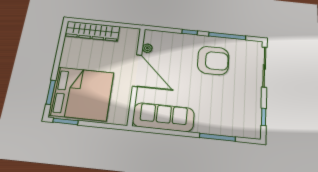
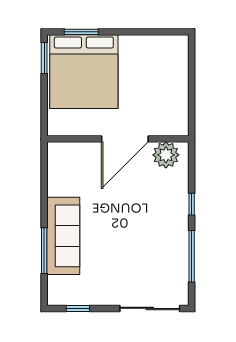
wardrobe: (92, 31) -> (177, 71), removed
plant: (147, 48) -> (166, 155), width x1.87, depth x1.87
armchair: (213, 61) -> (151, 239), removed
sofa: (163, 117) -> (63, 236), moved

